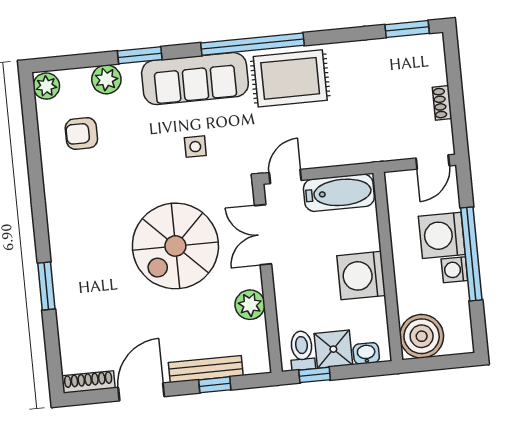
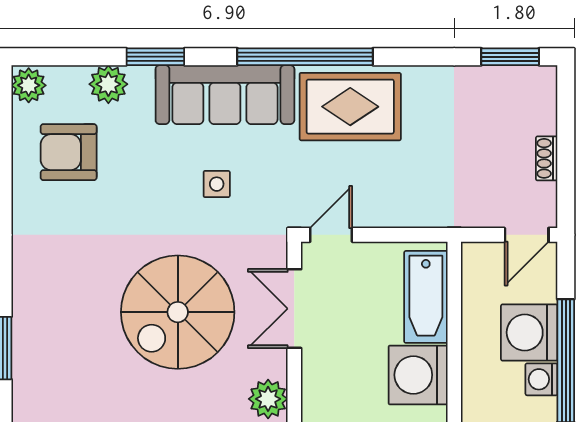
armchair: (81, 133) -> (69, 152), width x1.38, depth x1.38
bathtub: (339, 193) -> (426, 297), moved, turned 90

